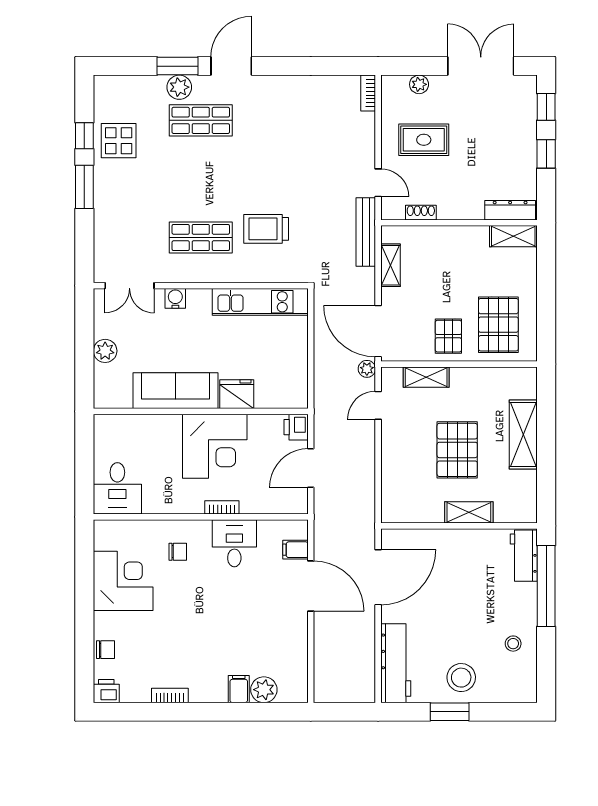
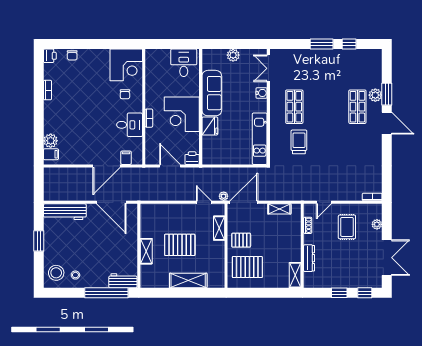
display table: (119, 141) -> (346, 62), removed
dresser: (510, 210) -> (309, 258), moved
bench: (366, 232) -> (297, 196), removed
desk: (117, 488) -> (184, 63), moved, turned 90
corner desk: (123, 581) -> (126, 65), moved
stool: (461, 678) -> (56, 273), moved
filing cabinet: (239, 689) -> (51, 154), moved

